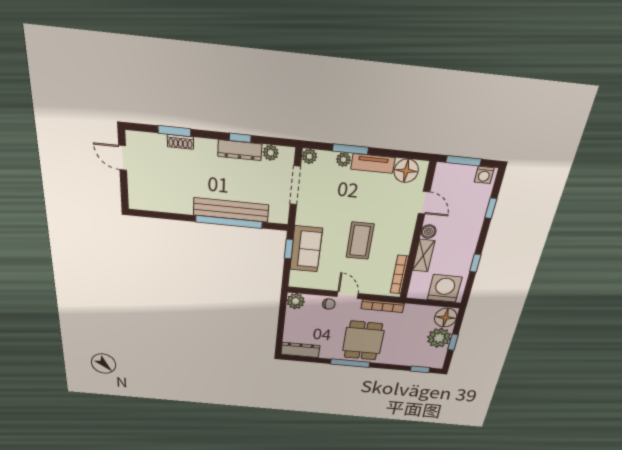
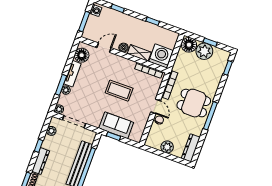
dresser: (240, 150) -> (41, 161), moved
washing machine: (445, 288) -> (161, 56), moved, turned 90
door: (348, 295) -> (156, 106), swing flipped
plant: (296, 301) -> (167, 147), moved

